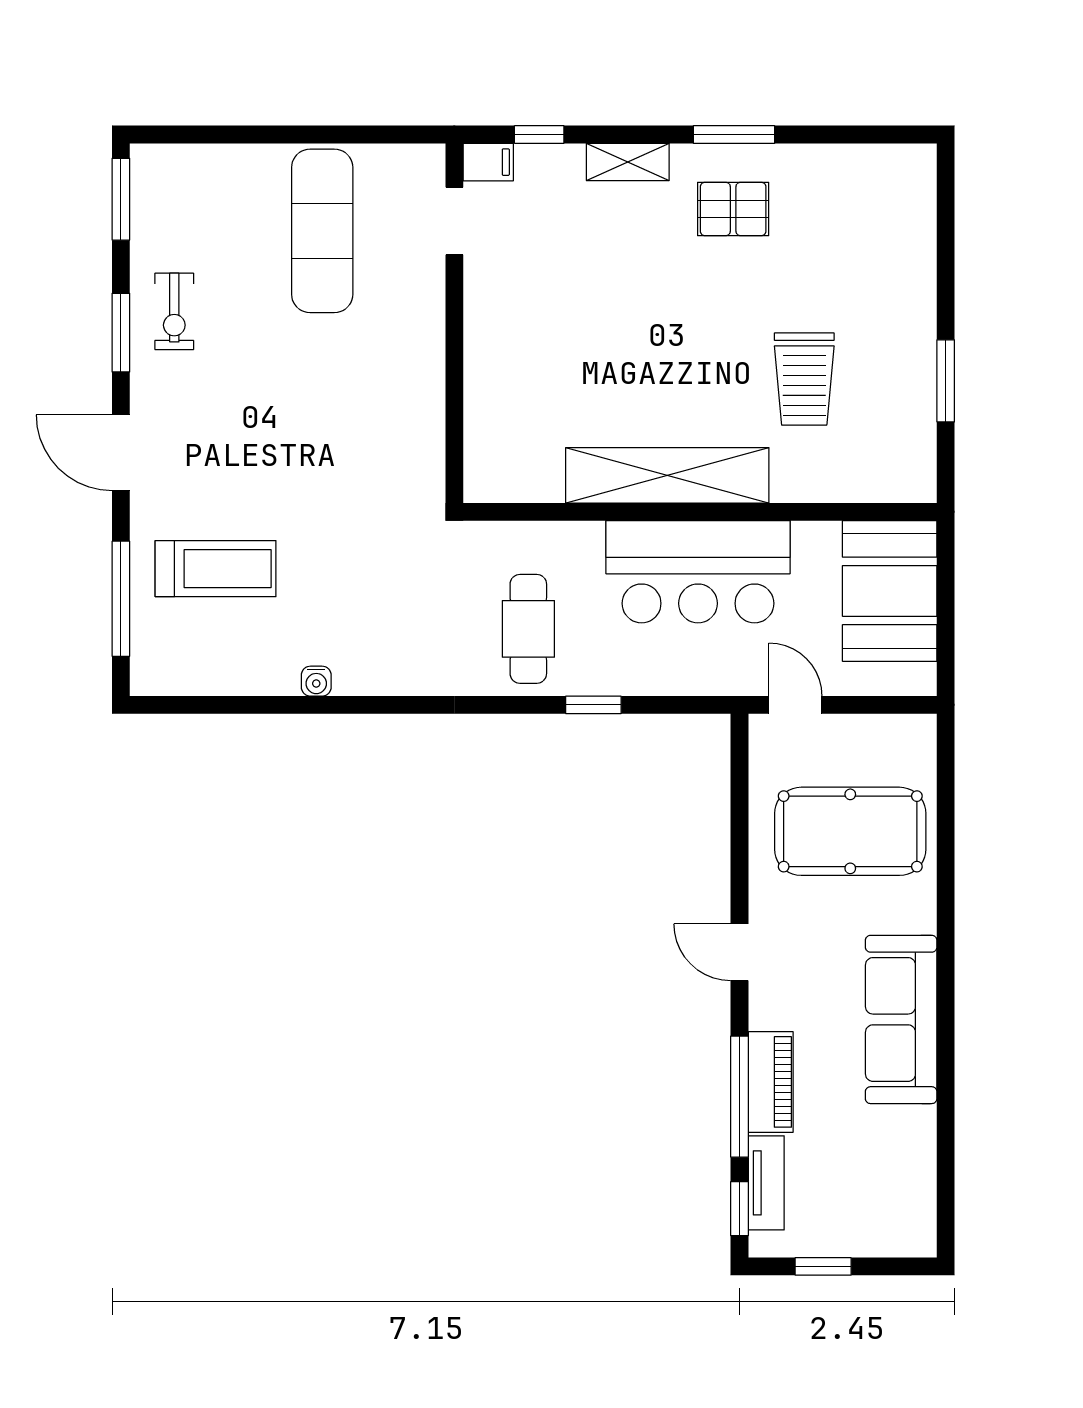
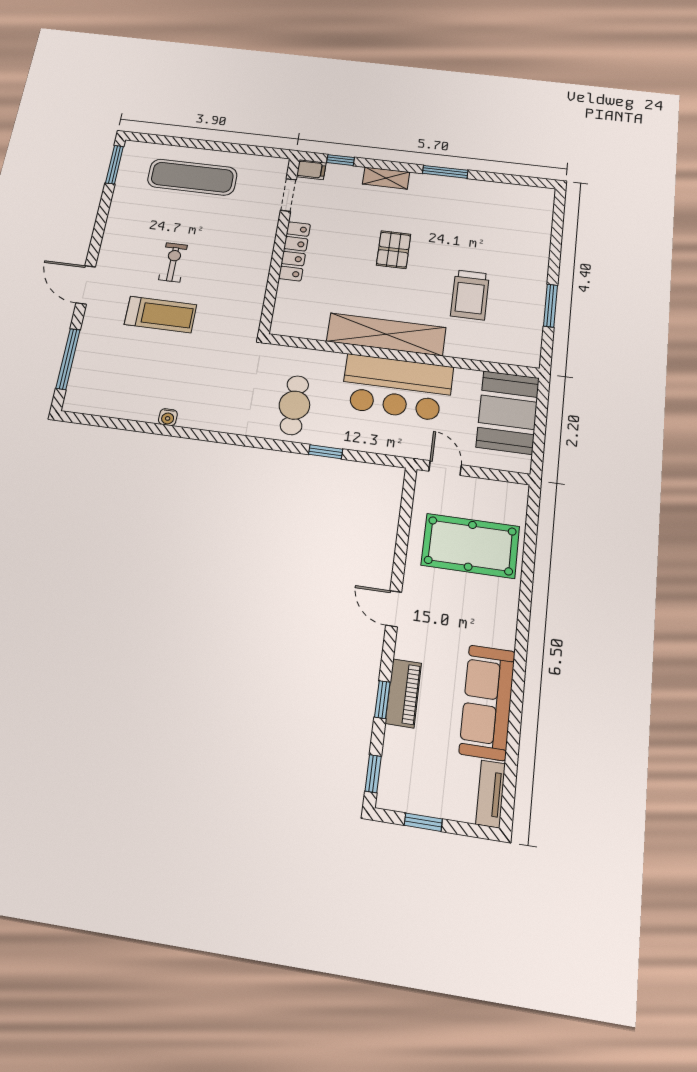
pallet: (733, 209) -> (394, 250), moved, turned 90
exercise mat: (322, 231) -> (192, 177), moved, turned 90
exercise bike: (174, 311) -> (173, 262), moved, turned 180
window: (121, 333) -> (100, 227), removed
locker: (483, 335) -> (295, 251), added
treadmill: (216, 569) -> (160, 315), moved
sofa: (901, 1019) -> (487, 702), moved
window: (739, 1097) -> (382, 700), width x0.46
tv unit: (766, 1183) -> (491, 794), moved, turned 180

